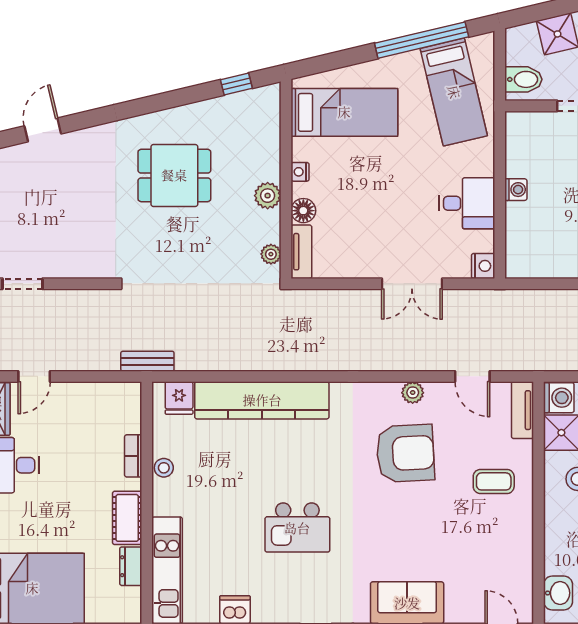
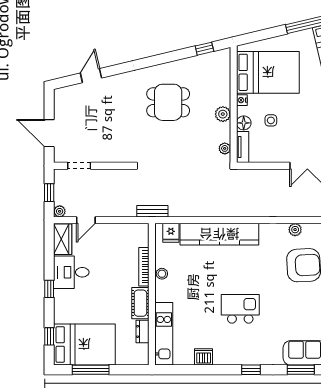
bed: (344, 112) -> (268, 72), width x1.50
side table: (350, 206) -> (271, 120), added
plant: (413, 393) -> (295, 230), moved
bookcase: (133, 456) -> (144, 267), width x1.56
kitchen island: (297, 528) -> (240, 309), turned 180

